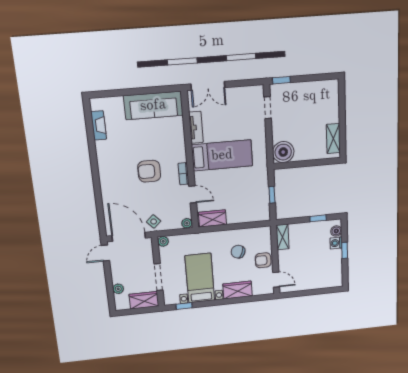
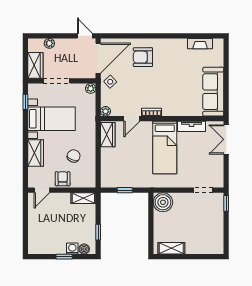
armchair: (149, 171) -> (143, 57), moved, turned -90

